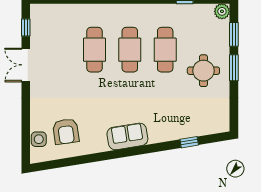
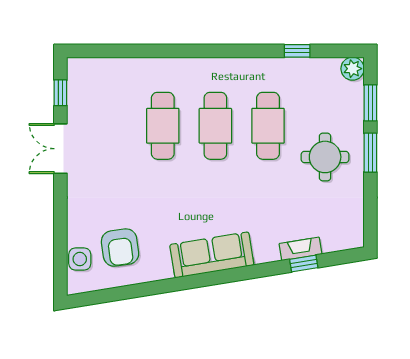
fireplace: (187, 132) -> (301, 249), added
sofa: (127, 136) -> (212, 255), width x1.36

